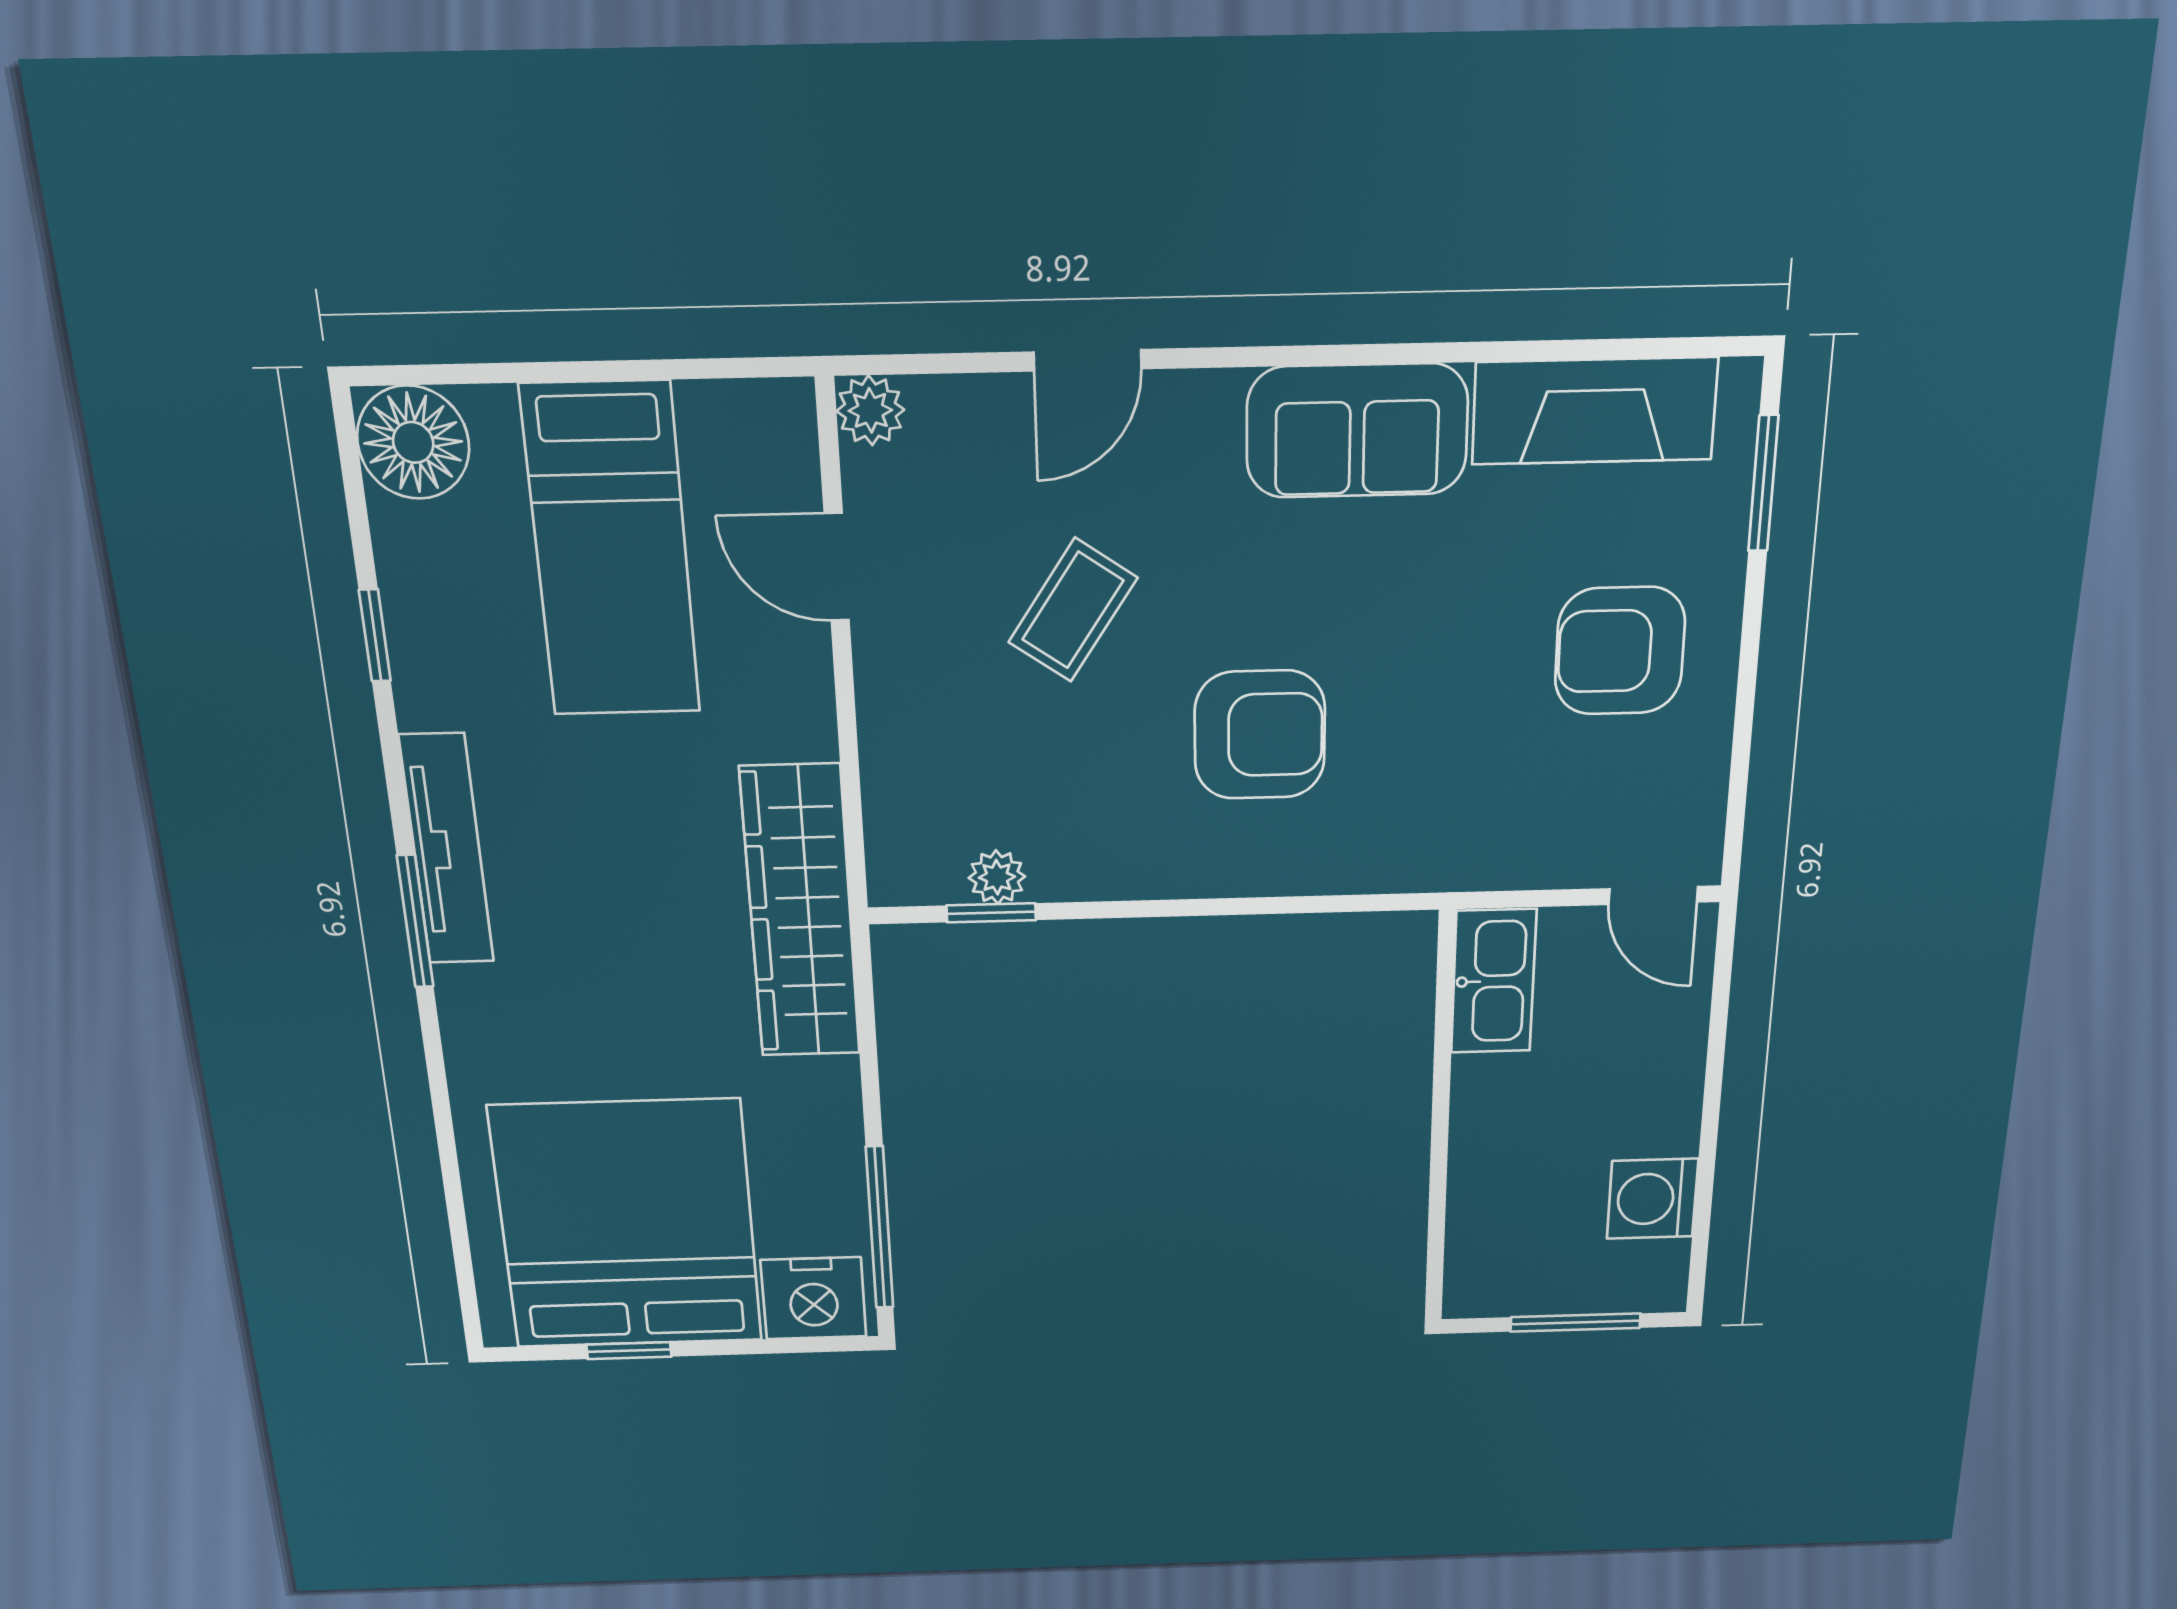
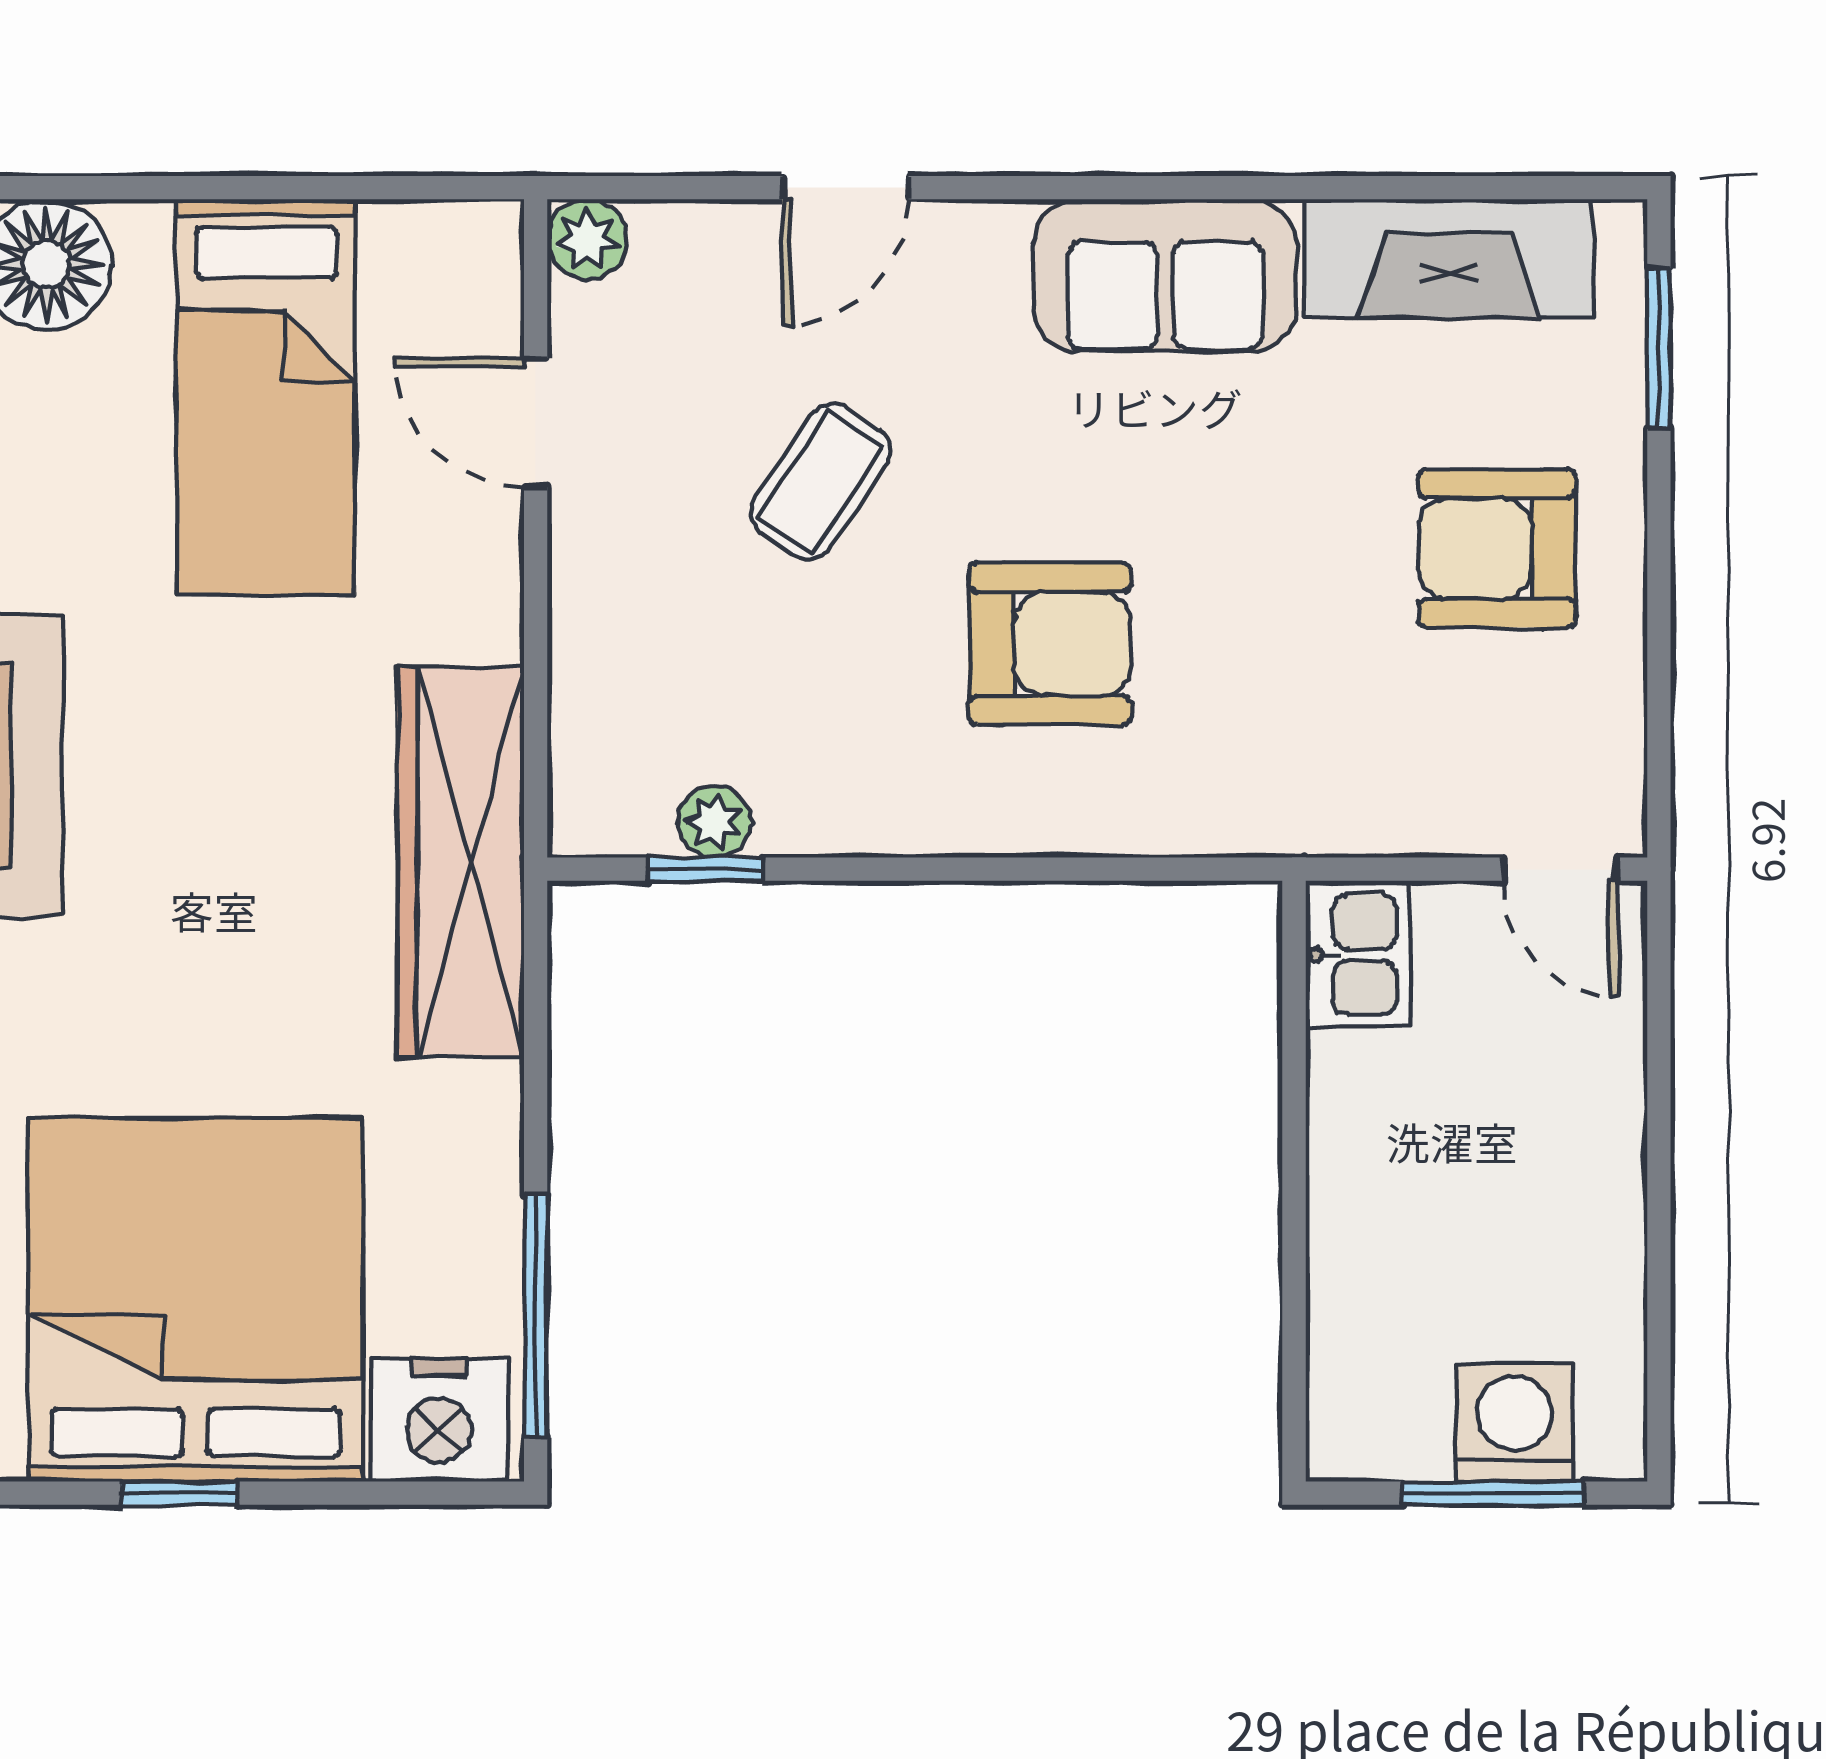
kitchen sink: (1494, 981) -> (1358, 955), width x0.73
washing machine: (1652, 1199) -> (1515, 1423), moved, turned 90

